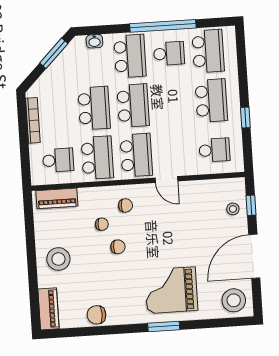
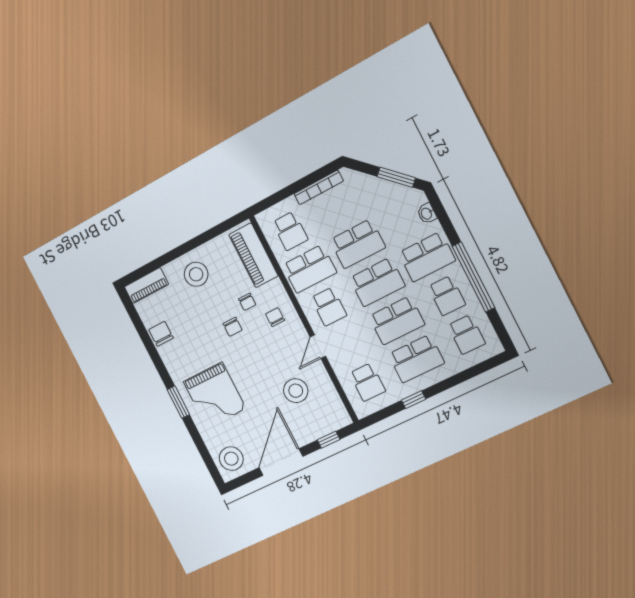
school desk: (208, 51) -> (467, 334), width x0.54
school desk: (172, 103) -> (397, 320), added
school desk: (136, 155) -> (329, 307), width x0.54
piano: (57, 198) -> (253, 255), width x1.37, depth x1.33
chair: (125, 205) -> (275, 317), turned 180
stool: (233, 209) -> (296, 391), moved, width x1.89, depth x1.89
door: (254, 256) -> (281, 462), hinge flipped
grand piano: (171, 290) -> (215, 395), turned 180

